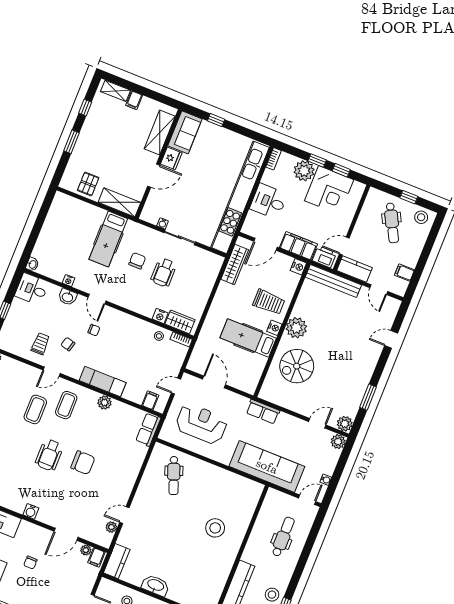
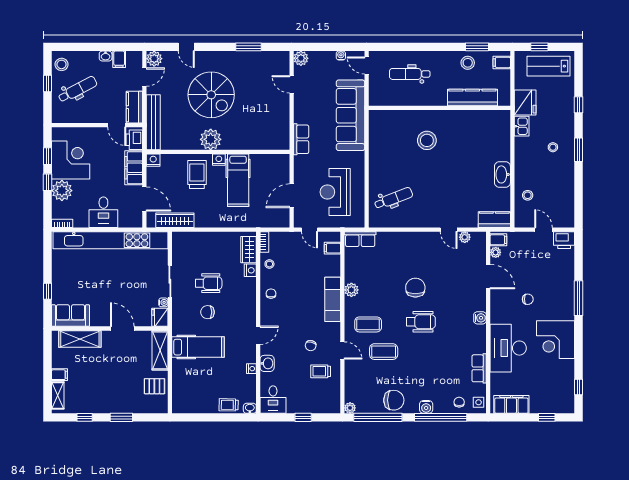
fridge: (171, 158) -> (160, 317), moved, turned -90
trolley: (43, 246) -> (229, 405), added
washbasin: (413, 261) -> (106, 56), added
chair: (94, 330) -> (271, 294), moved
spiral stairs: (297, 366) -> (211, 95), moved, width x1.37, depth x1.37
plant: (345, 424) -> (154, 59), moved

